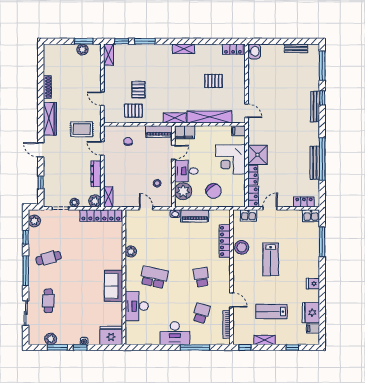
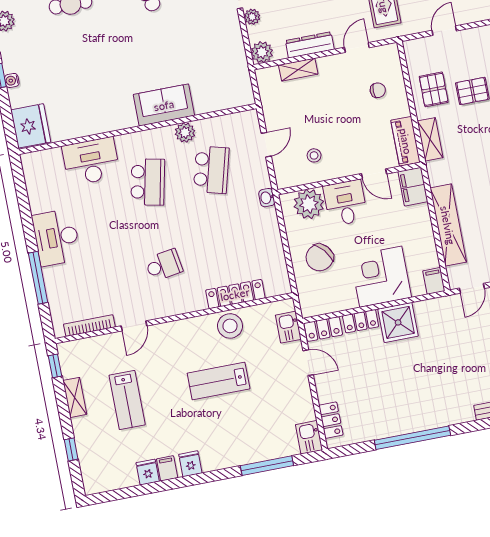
shelving: (175, 118) -> (430, 139), moved
bench: (315, 163) -> (404, 426), removed
shelving: (108, 197) -> (298, 70), moved
locker: (101, 216) -> (238, 67), removed
piano: (195, 216) -> (270, 233), removed
sofa: (114, 286) -> (164, 105), moved
lab bench: (271, 312) -> (127, 400), turned 180
school desk: (201, 313) -> (211, 170), moved, width x1.85
fridge: (311, 313) -> (148, 472), width x0.53, depth x0.75
filing cabinet: (313, 328) -> (167, 468), moved

